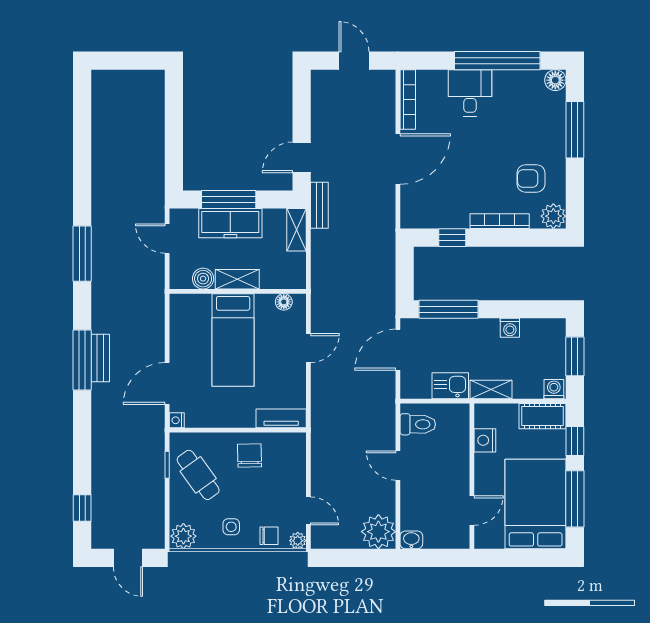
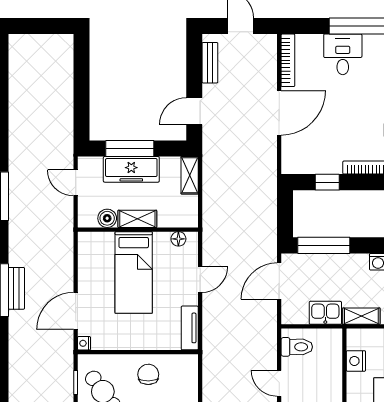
bench: (319, 205) -> (210, 63), moved
tv unit: (281, 418) -> (190, 328), moved, turned -90

